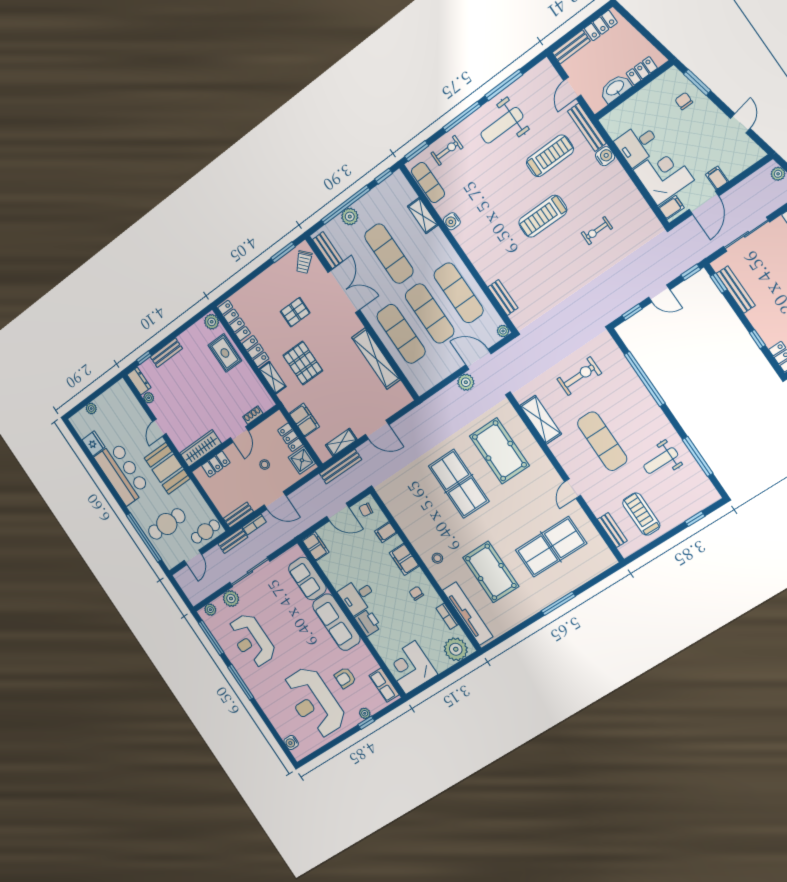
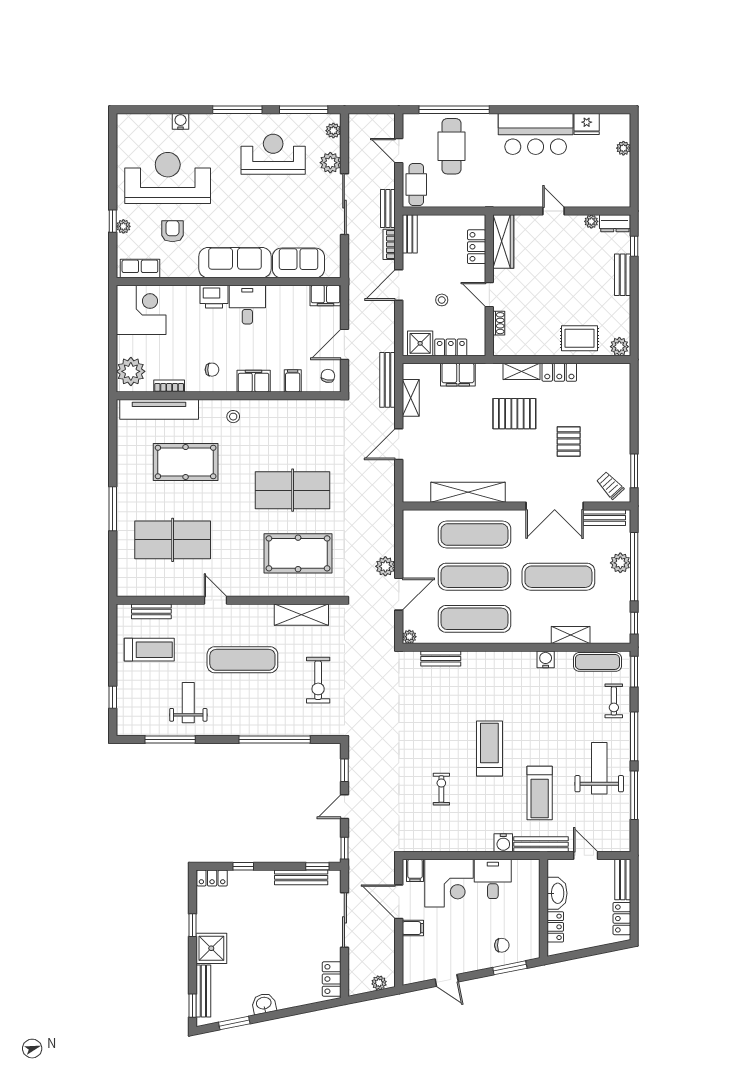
locker: (234, 320) -> (604, 371), removed
booth: (167, 468) -> (507, 189), removed
table tennis table: (551, 547) -> (173, 540), turned 90
water cooler: (291, 743) -> (181, 121), moved

